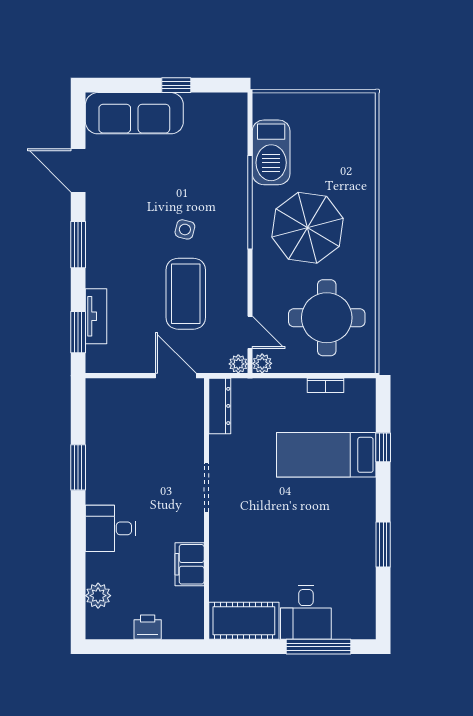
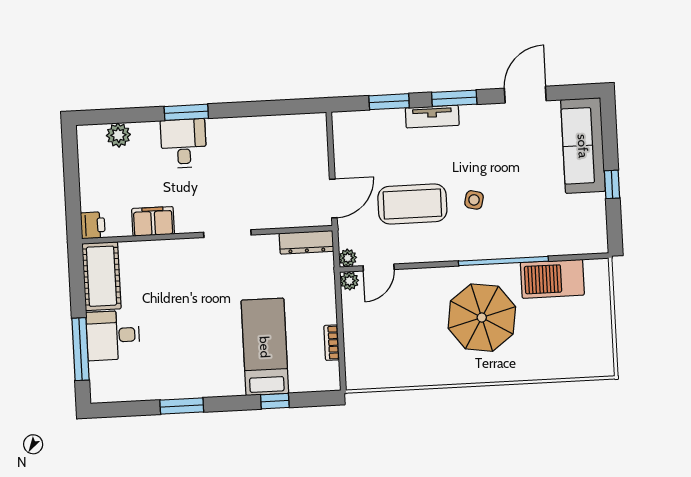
tv unit: (96, 316) -> (432, 117), moved
round table: (327, 318) -> (396, 340), removed
window: (78, 332) -> (389, 102), moved
window: (78, 467) -> (186, 112), moved
printer: (148, 627) -> (93, 225), moved

